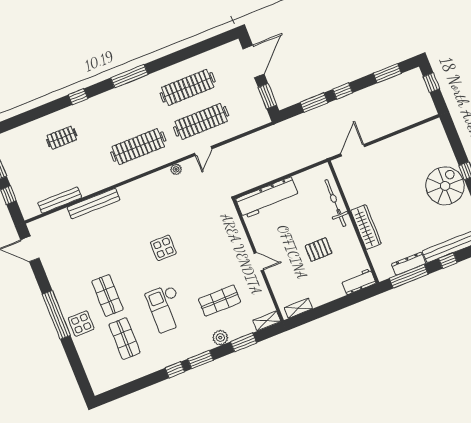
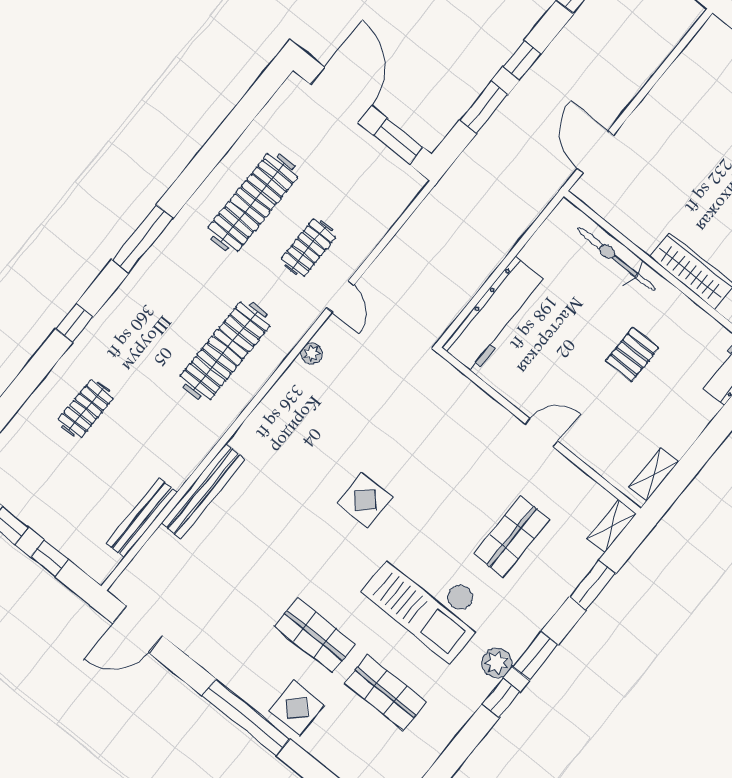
clothes rail: (201, 121) -> (309, 248), width x0.54, depth x0.76
checkout: (166, 308) -> (428, 601), width x1.36, depth x1.21
plant: (220, 338) -> (497, 663), moved

